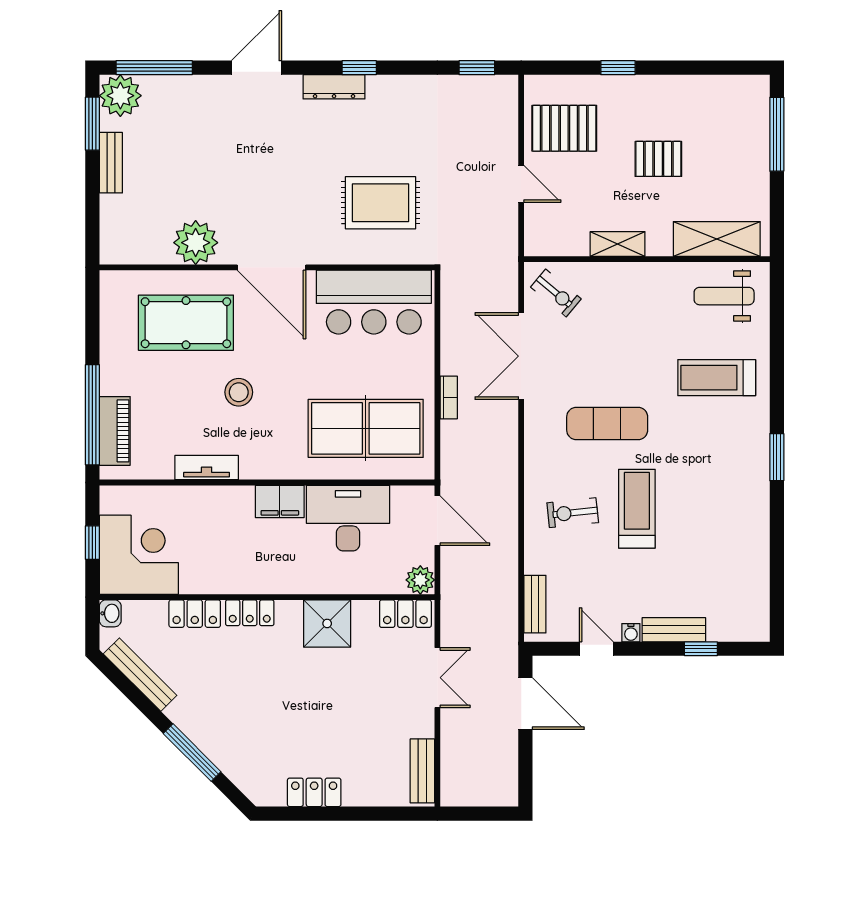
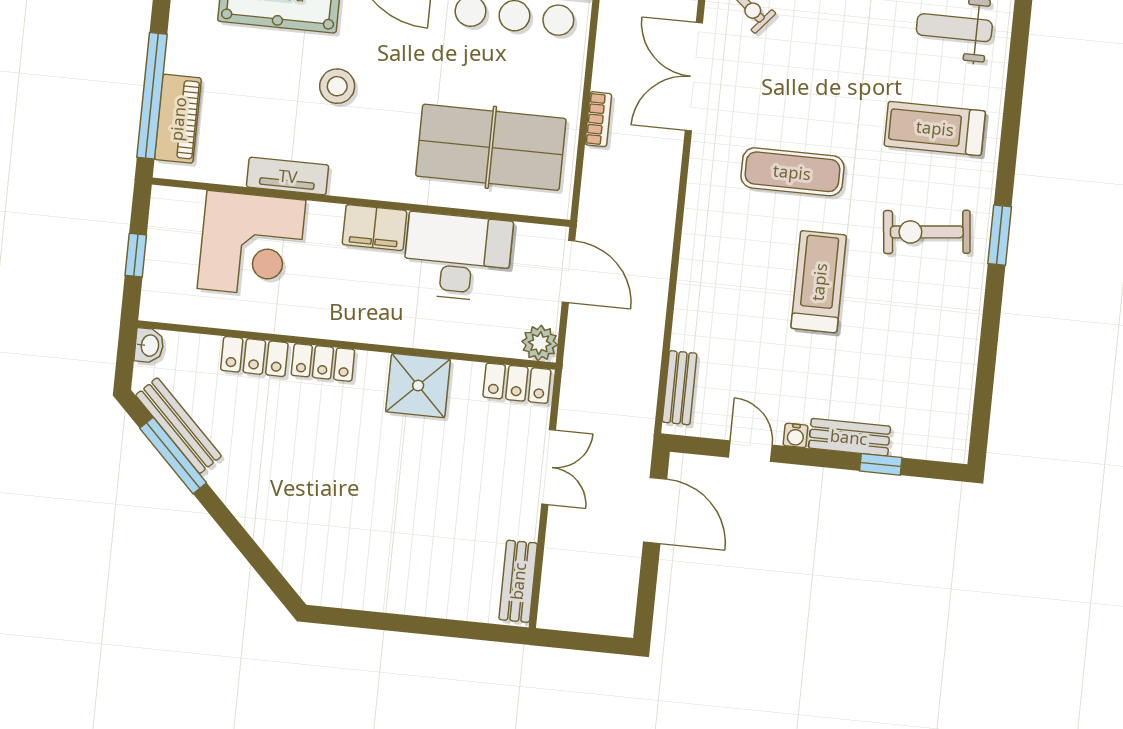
exercise bike: (573, 513) -> (927, 232), moved, width x1.38, depth x1.39
corner desk: (139, 555) -> (252, 244), moved, turned 90
window: (192, 753) -> (173, 455), moved
locker: (314, 792) -> (381, 594), removed

